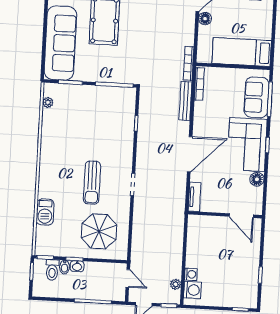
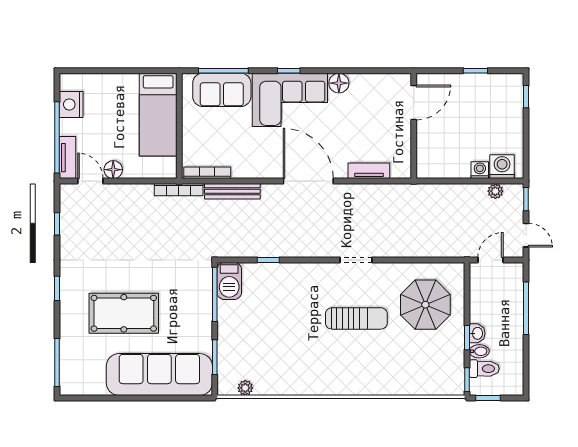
barbecue: (45, 212) -> (229, 281), moved, turned 90
wall: (225, 215) -> (414, 126), moved
door: (241, 216) -> (414, 103), moved

